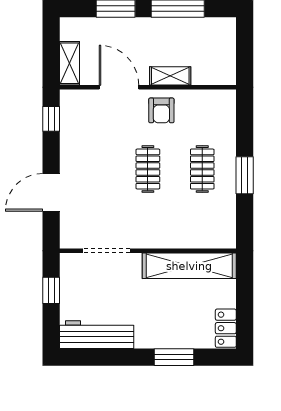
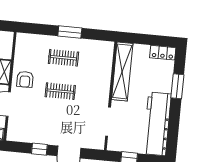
armchair: (161, 110) -> (25, 79), turned 90
window: (51, 119) -> (39, 149), moved
workbench: (97, 335) -> (157, 124), width x1.36, depth x1.32

